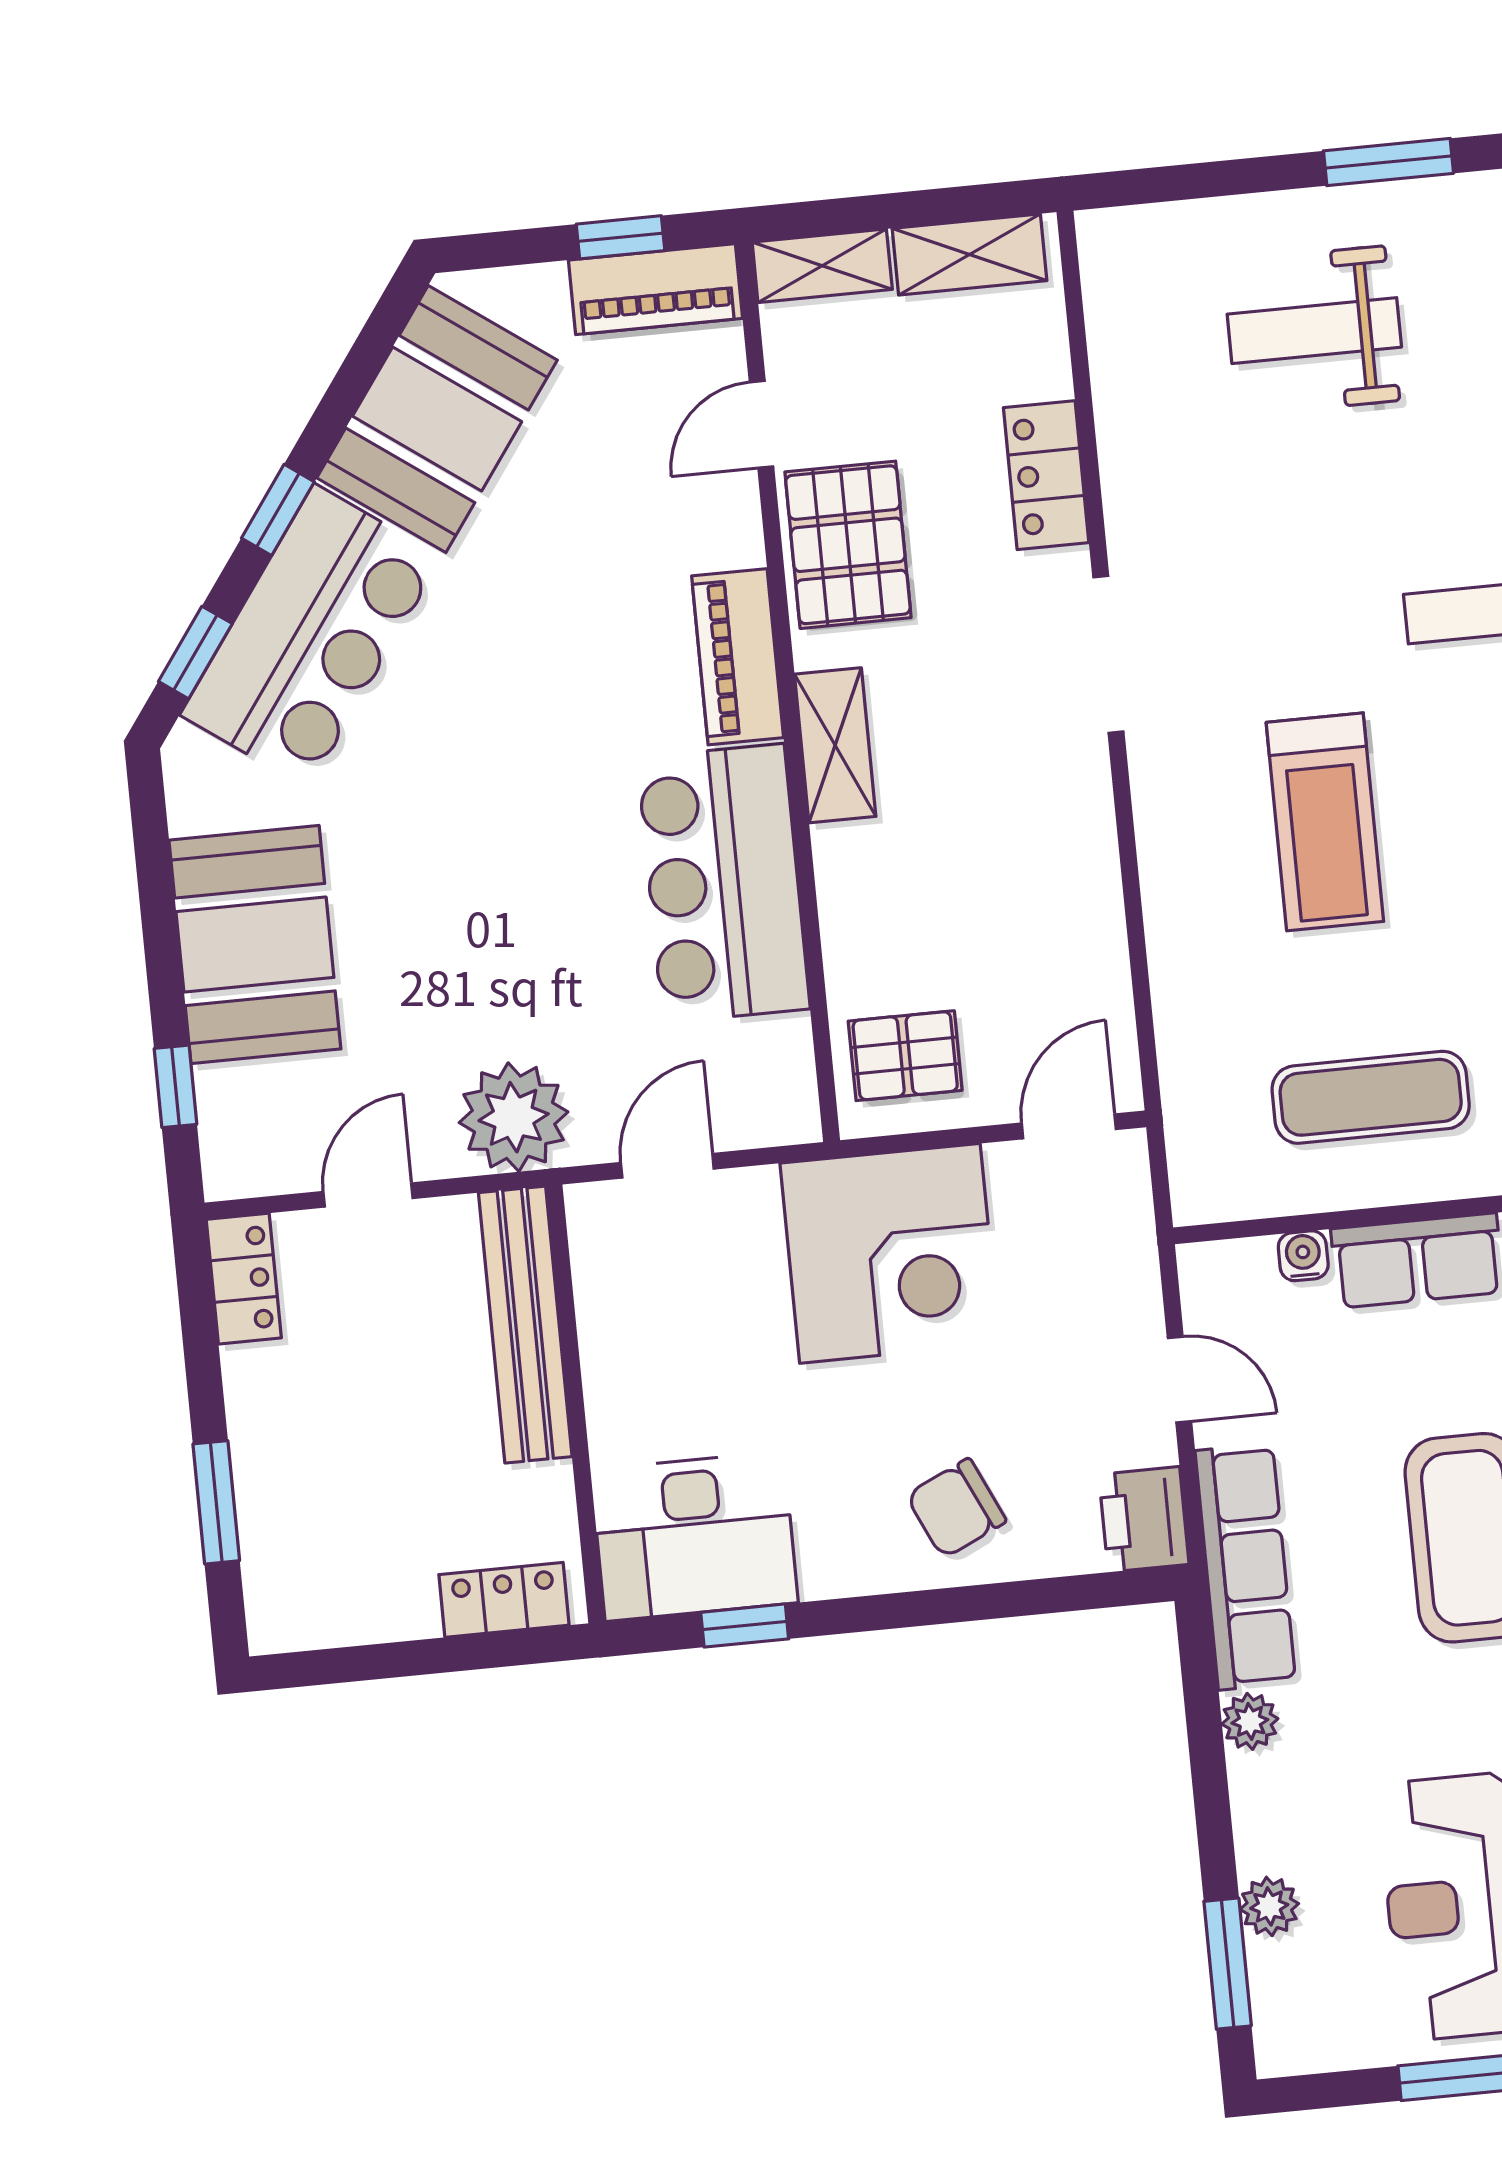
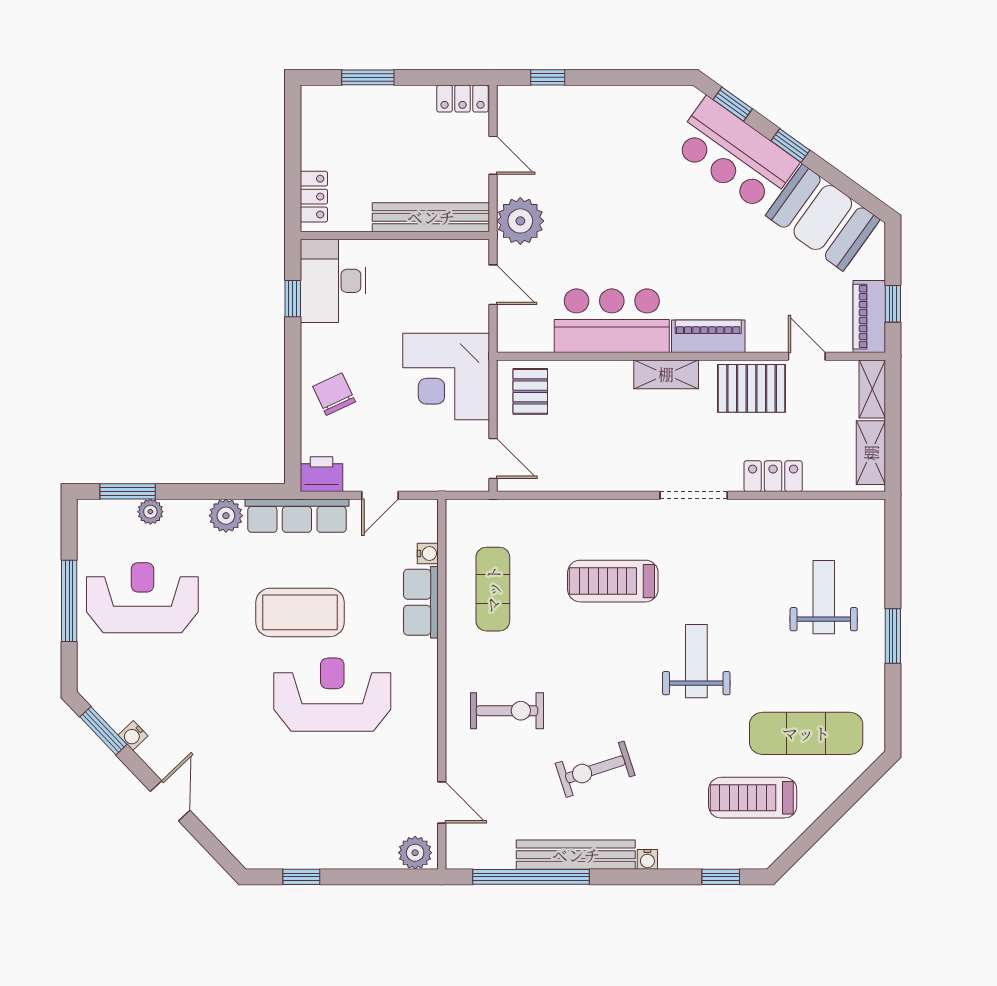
booth: (255, 944) -> (605, 117), removed
plant: (1250, 1721) -> (226, 516), width x1.38, depth x1.38

